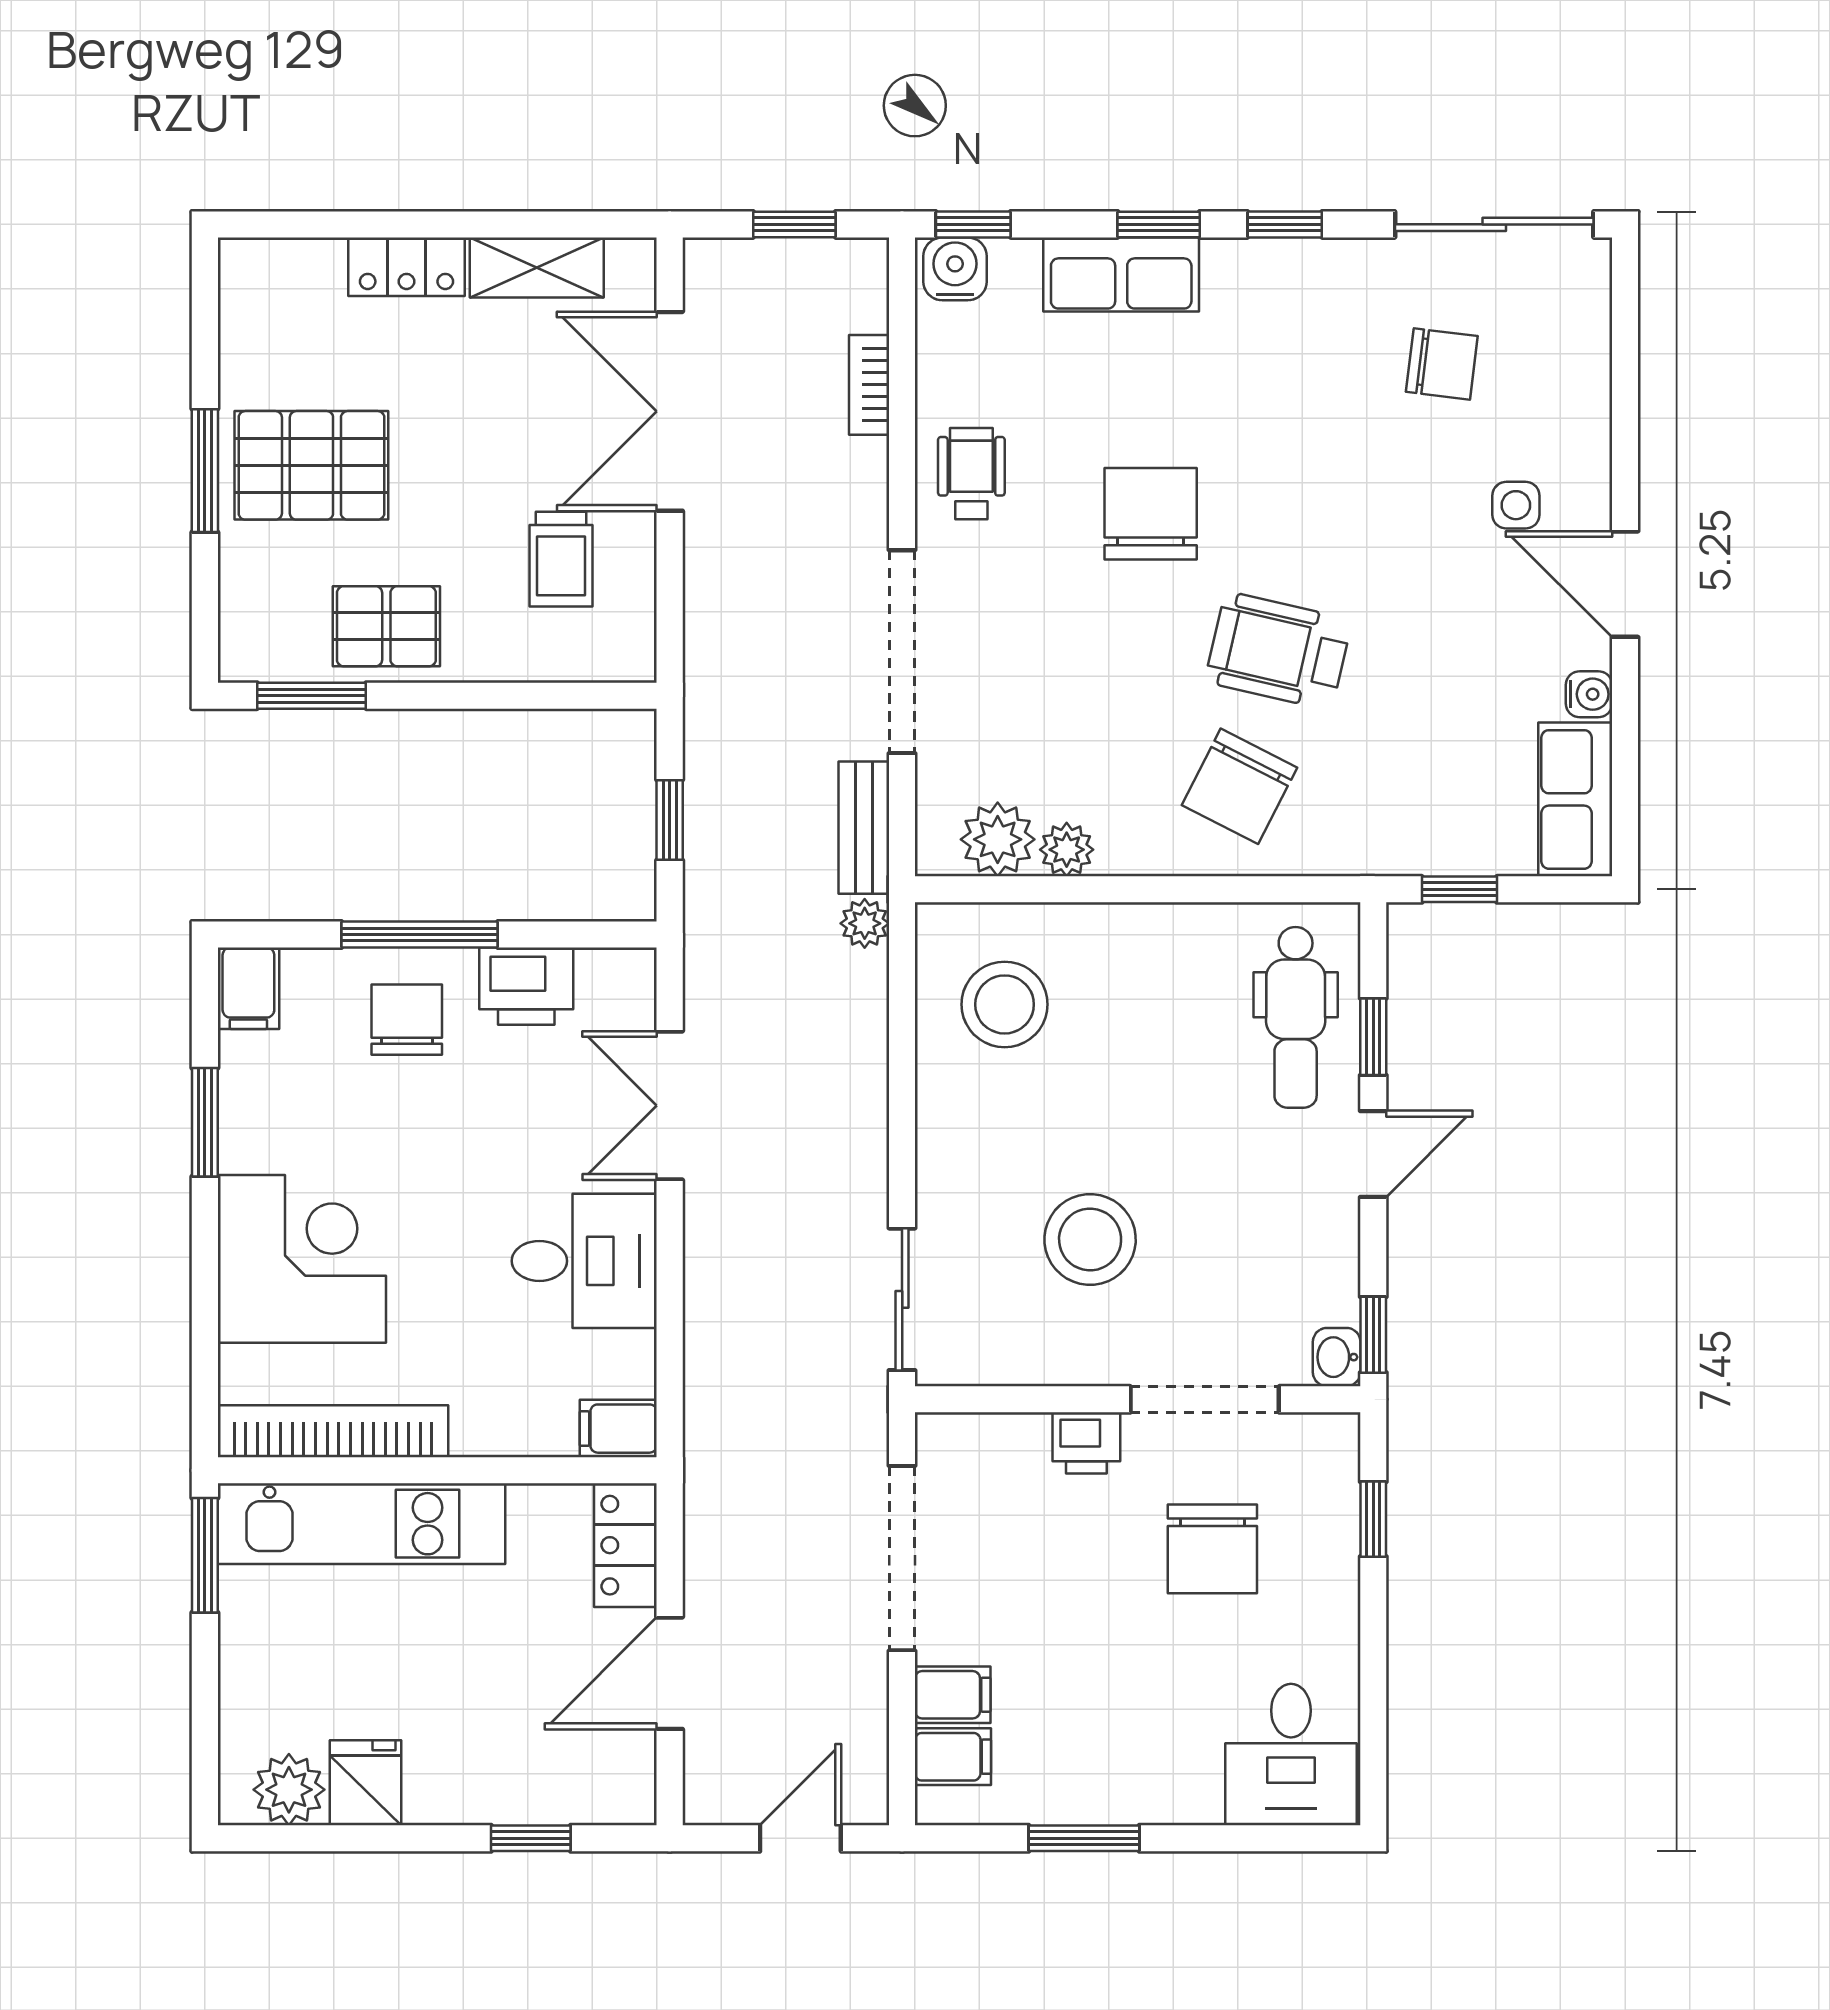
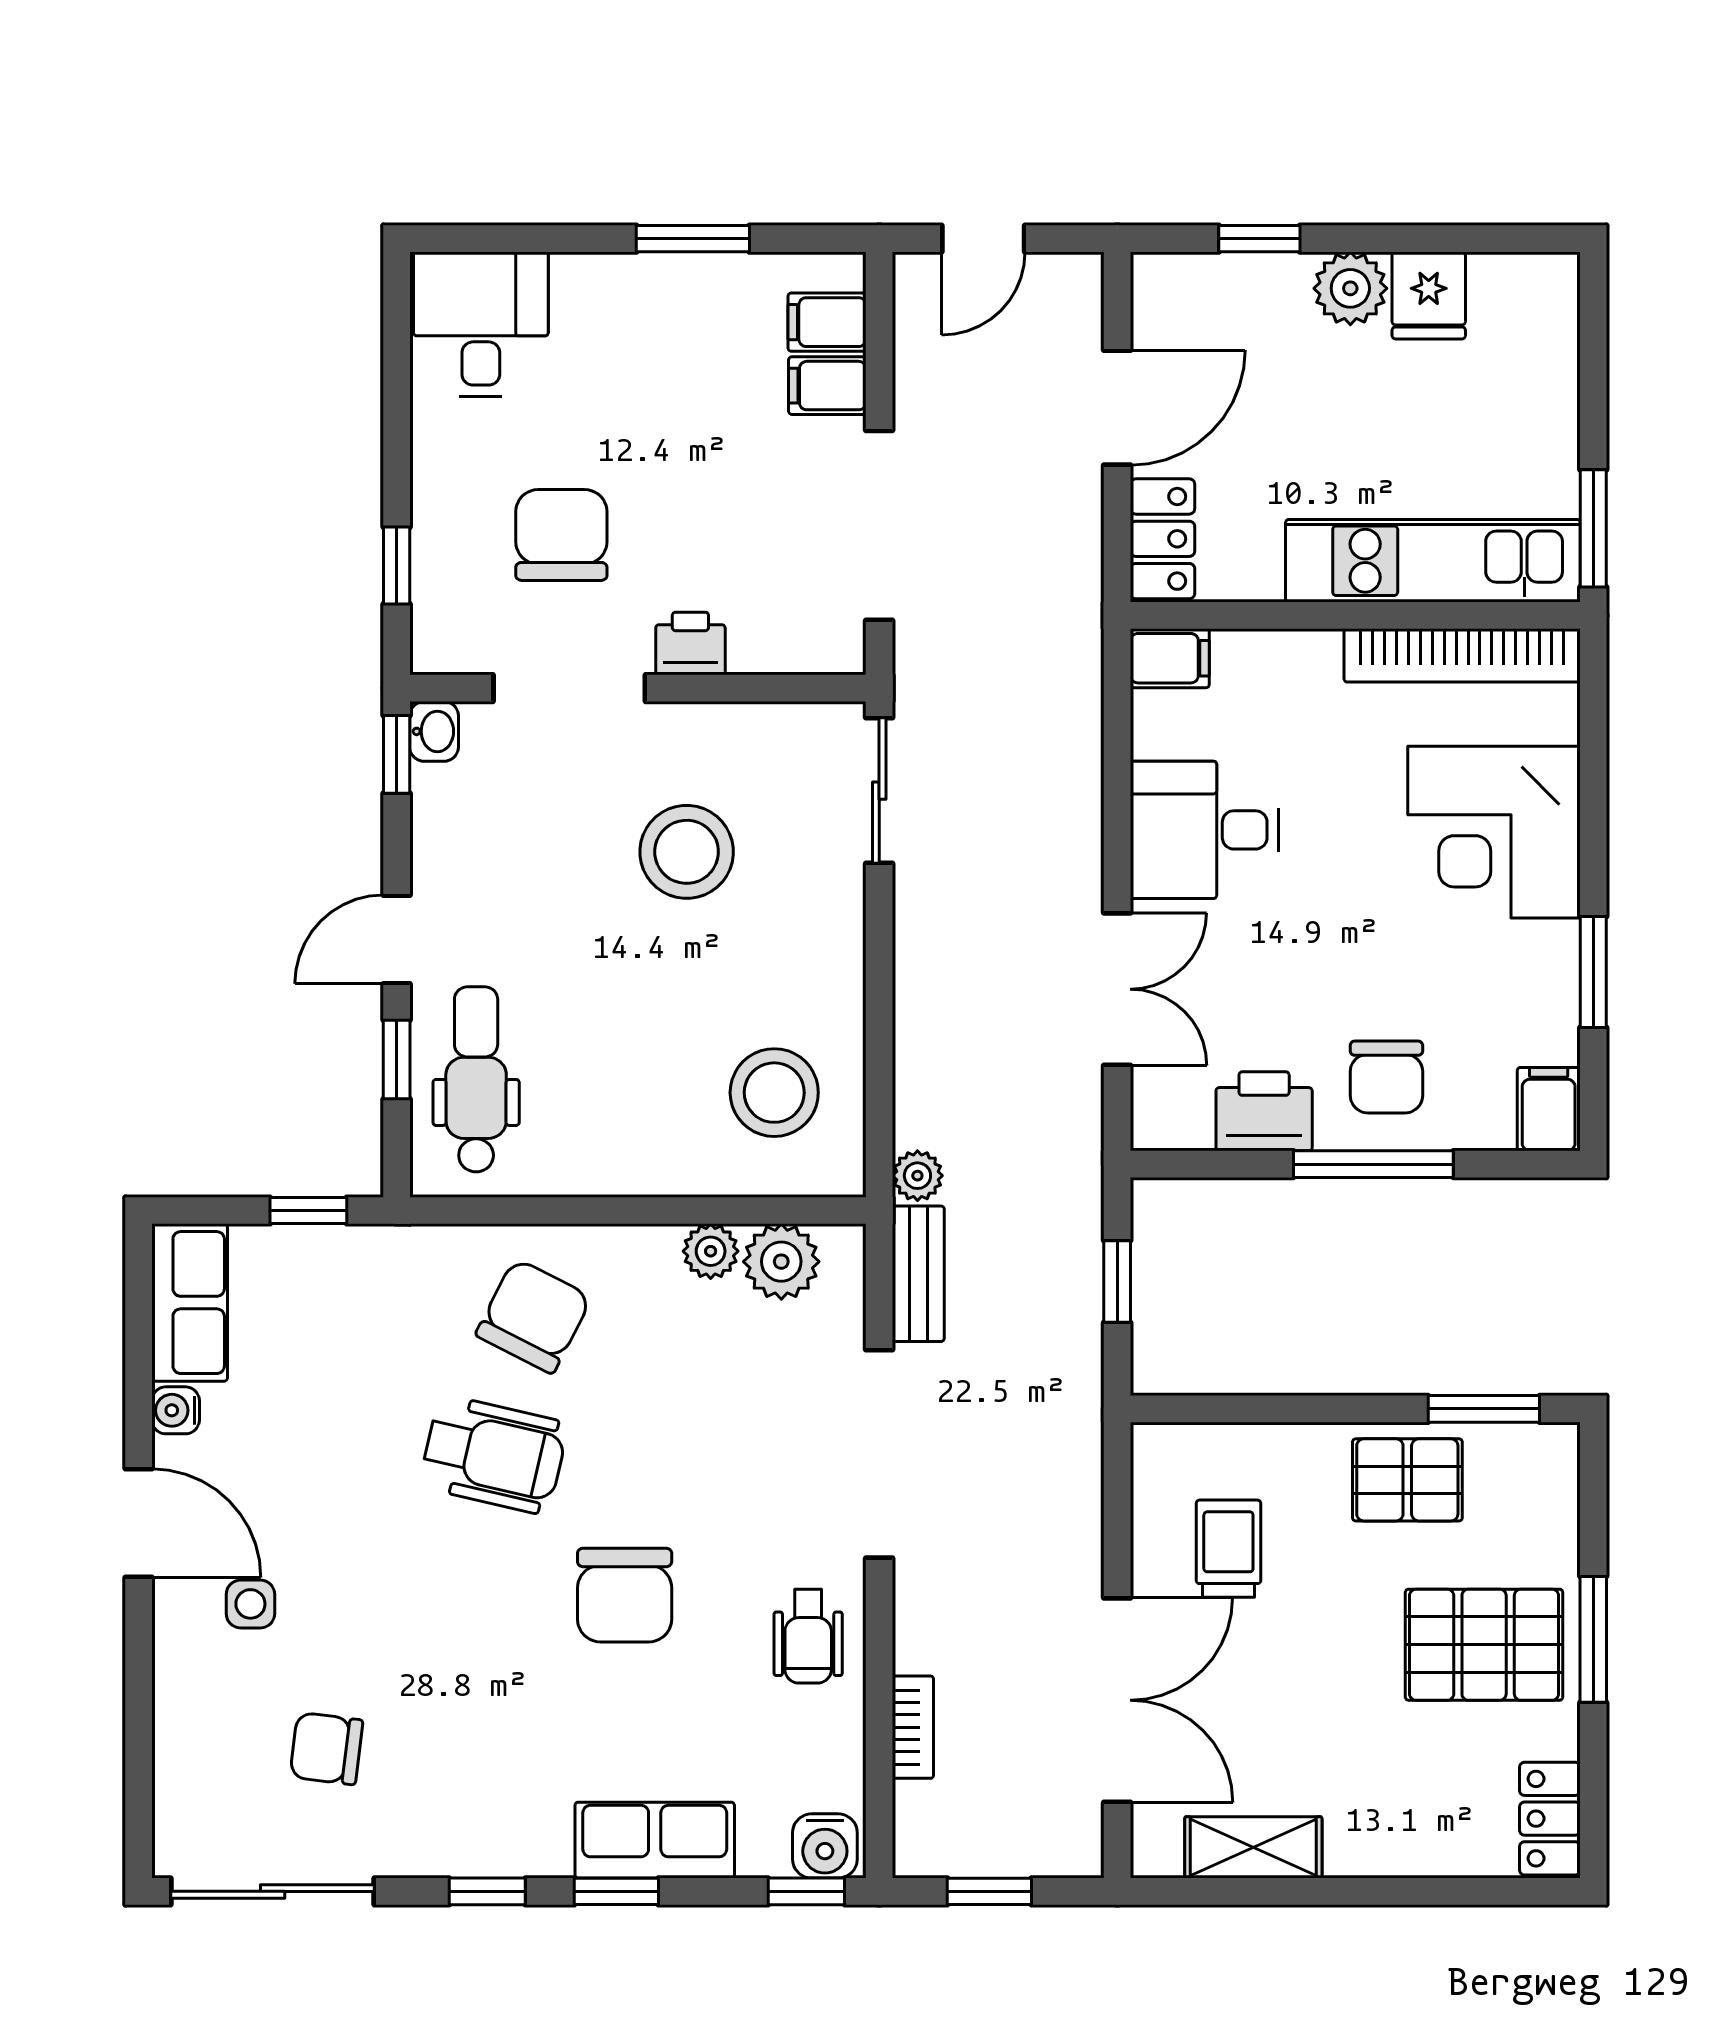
locker: (406, 267) -> (1550, 1819), moved, turned -90
plant: (289, 1790) -> (1350, 288), moved

